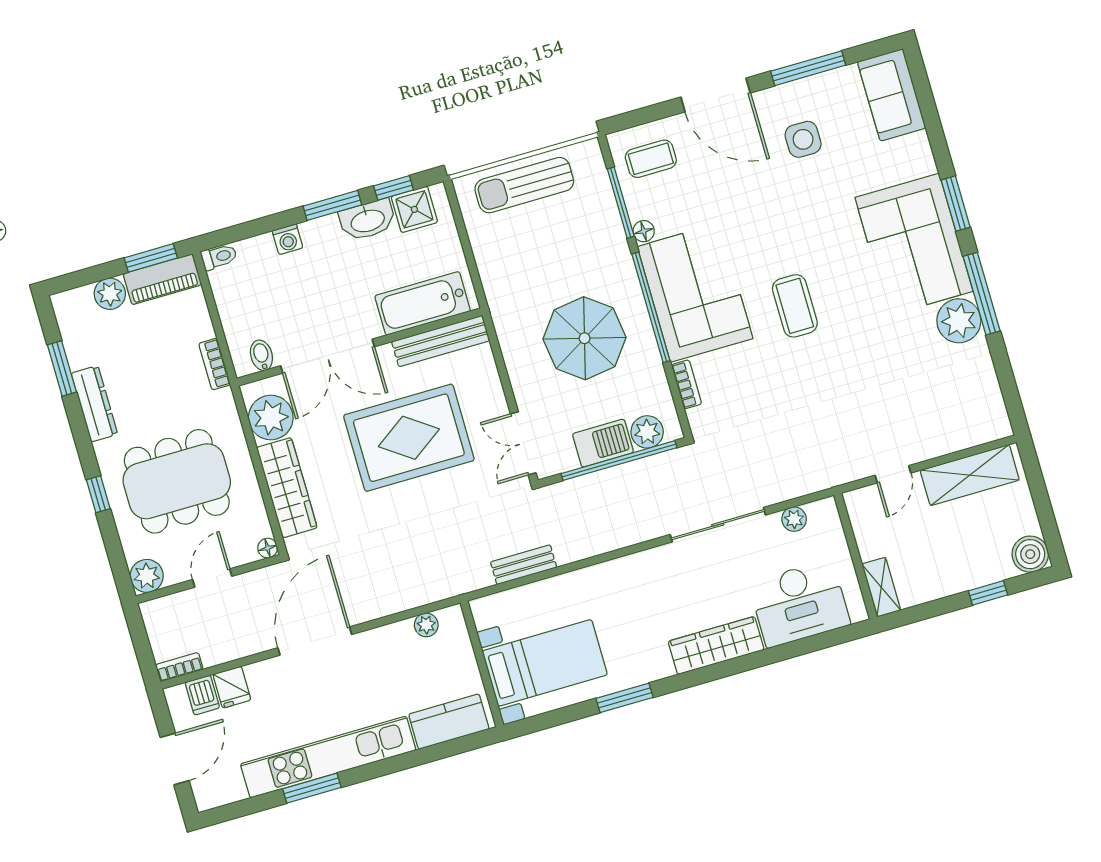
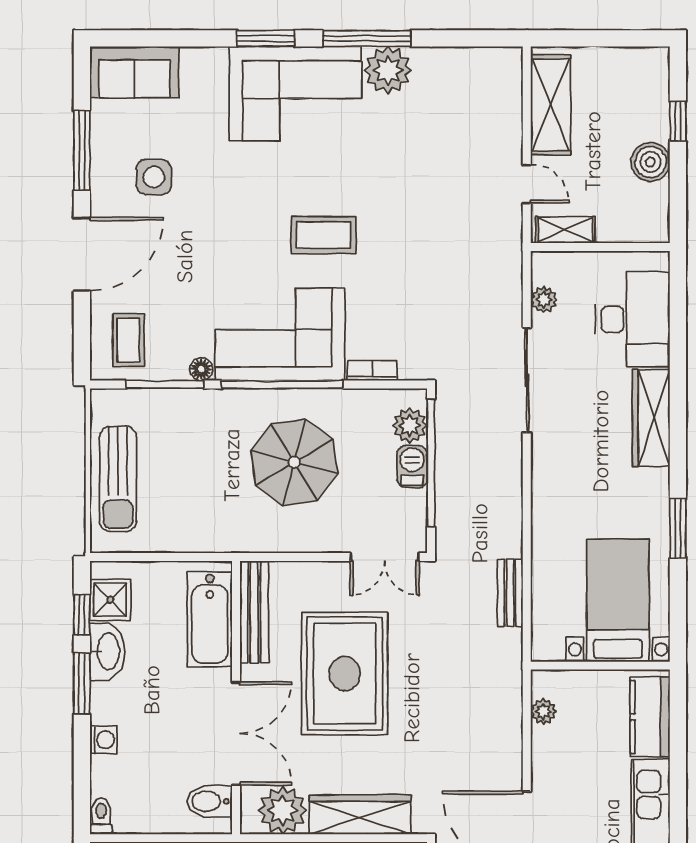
bidet: (261, 355) -> (209, 801), width x1.38, depth x1.36
barbecue: (603, 443) -> (412, 467), width x0.73, depth x0.79
boiler: (1030, 554) -> (650, 162), moved
shelving: (881, 587) -> (565, 230), moved

